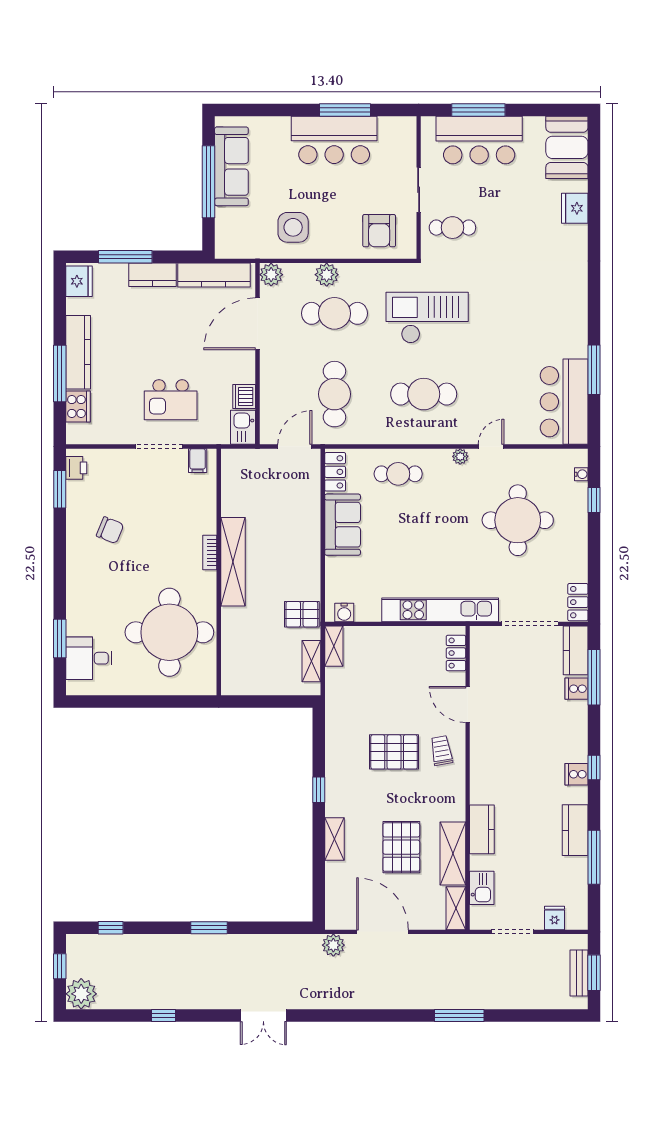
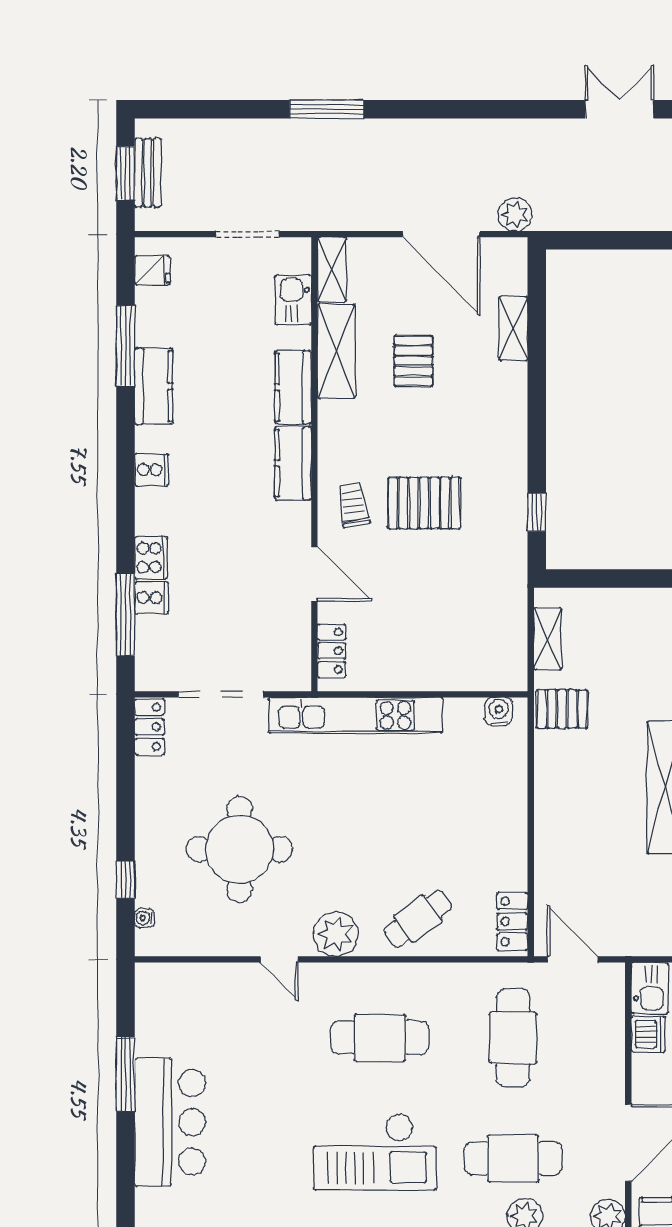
bar counter: (564, 402) -> (170, 1122), moved
door: (295, 447) -> (572, 959), swing flipped
door: (491, 447) -> (279, 959), hinge flipped
plant: (460, 456) -> (336, 934), width x1.88, depth x1.88
cafe table: (398, 474) -> (418, 919), turned -36
sofa: (343, 525) -> (501, 843), removed
shelving: (334, 646) -> (514, 661), removed
kitchen counter: (576, 650) -> (293, 463), moved, turned 180
cooker: (577, 715) -> (151, 558), added
trolley: (441, 751) -> (353, 505), turned 180
window: (594, 767) -> (125, 480), removed
window: (319, 790) -> (537, 512), moved
shelving: (334, 839) -> (513, 328), moved
pallet: (401, 847) -> (413, 361), width x0.67, depth x0.71
fridge: (554, 918) -> (152, 270), moved, turned -90

